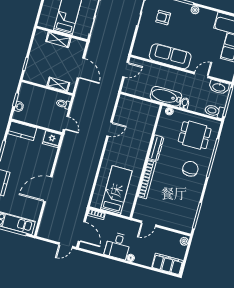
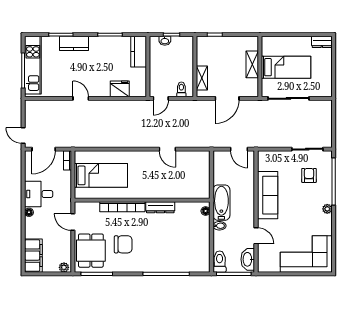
dining table: (195, 135) -> (91, 251), moved
fridge: (52, 139) -> (120, 89), moved, turned 90
chair: (190, 169) -> (123, 244), moved
door: (48, 189) -> (81, 98), width x0.53

